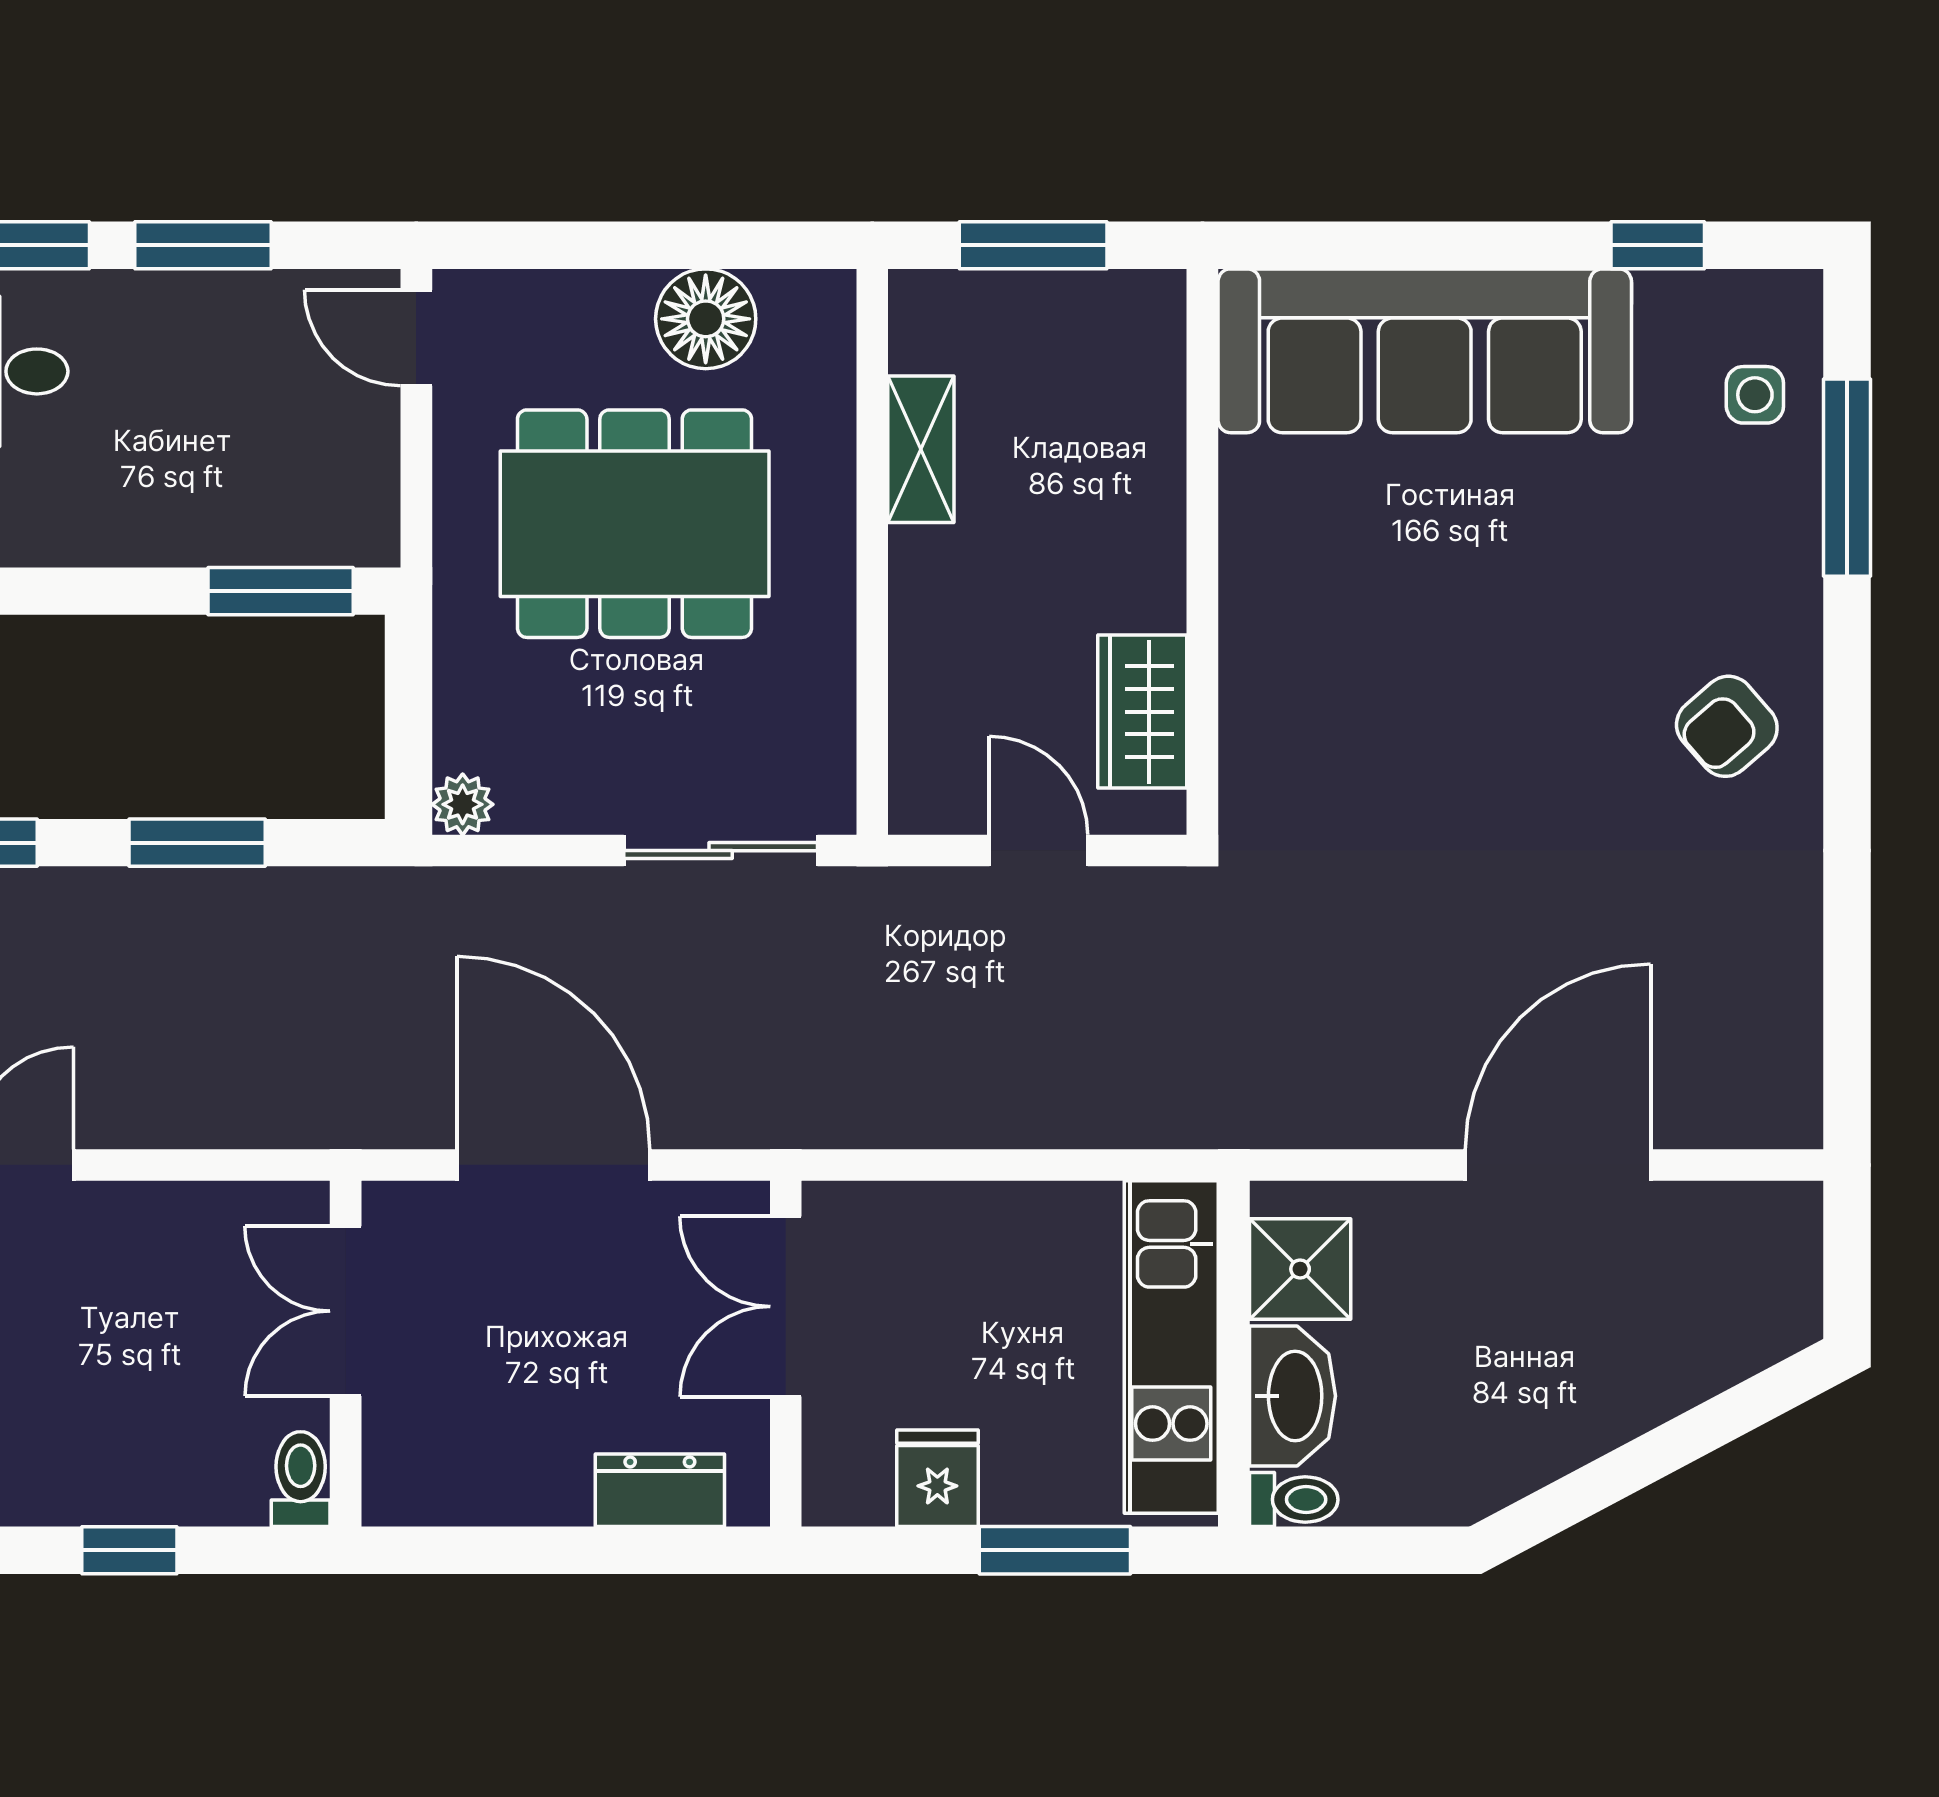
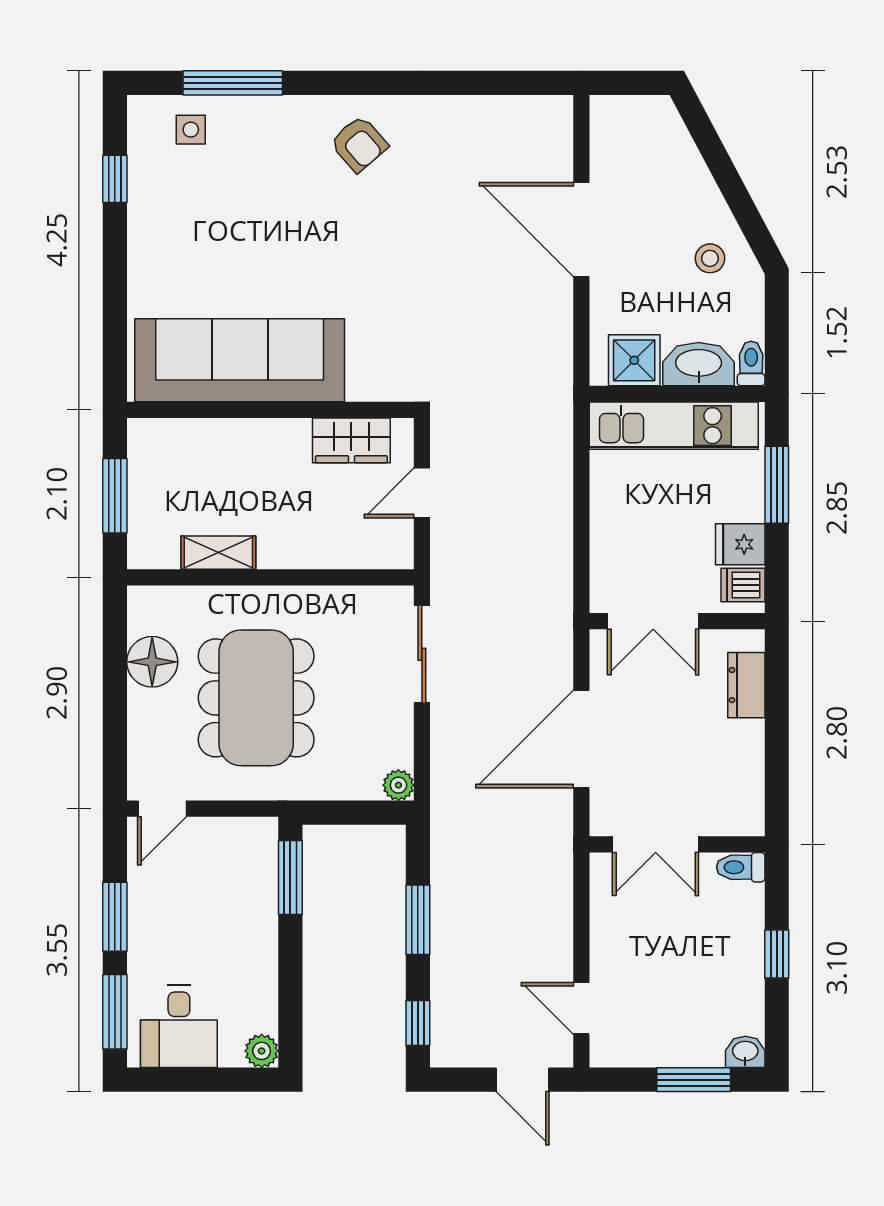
sofa: (1425, 351) -> (240, 360), moved, turned -90
stool: (1501, 1418) -> (710, 258), added
dishwasher: (857, 1483) -> (743, 585), added

